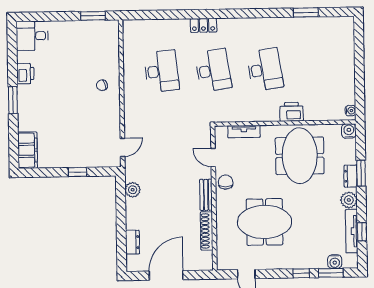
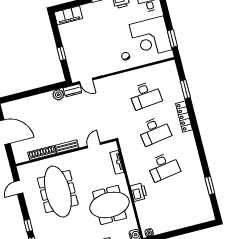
window: (166, 15) -> (185, 89), added
locker: (203, 25) -> (184, 117), width x1.53
corner desk: (84, 45) -> (151, 37), added
chair: (226, 182) -> (79, 158), removed
meeting table: (265, 222) -> (58, 191), width x1.36
dresser: (133, 242) -> (73, 90), moved

